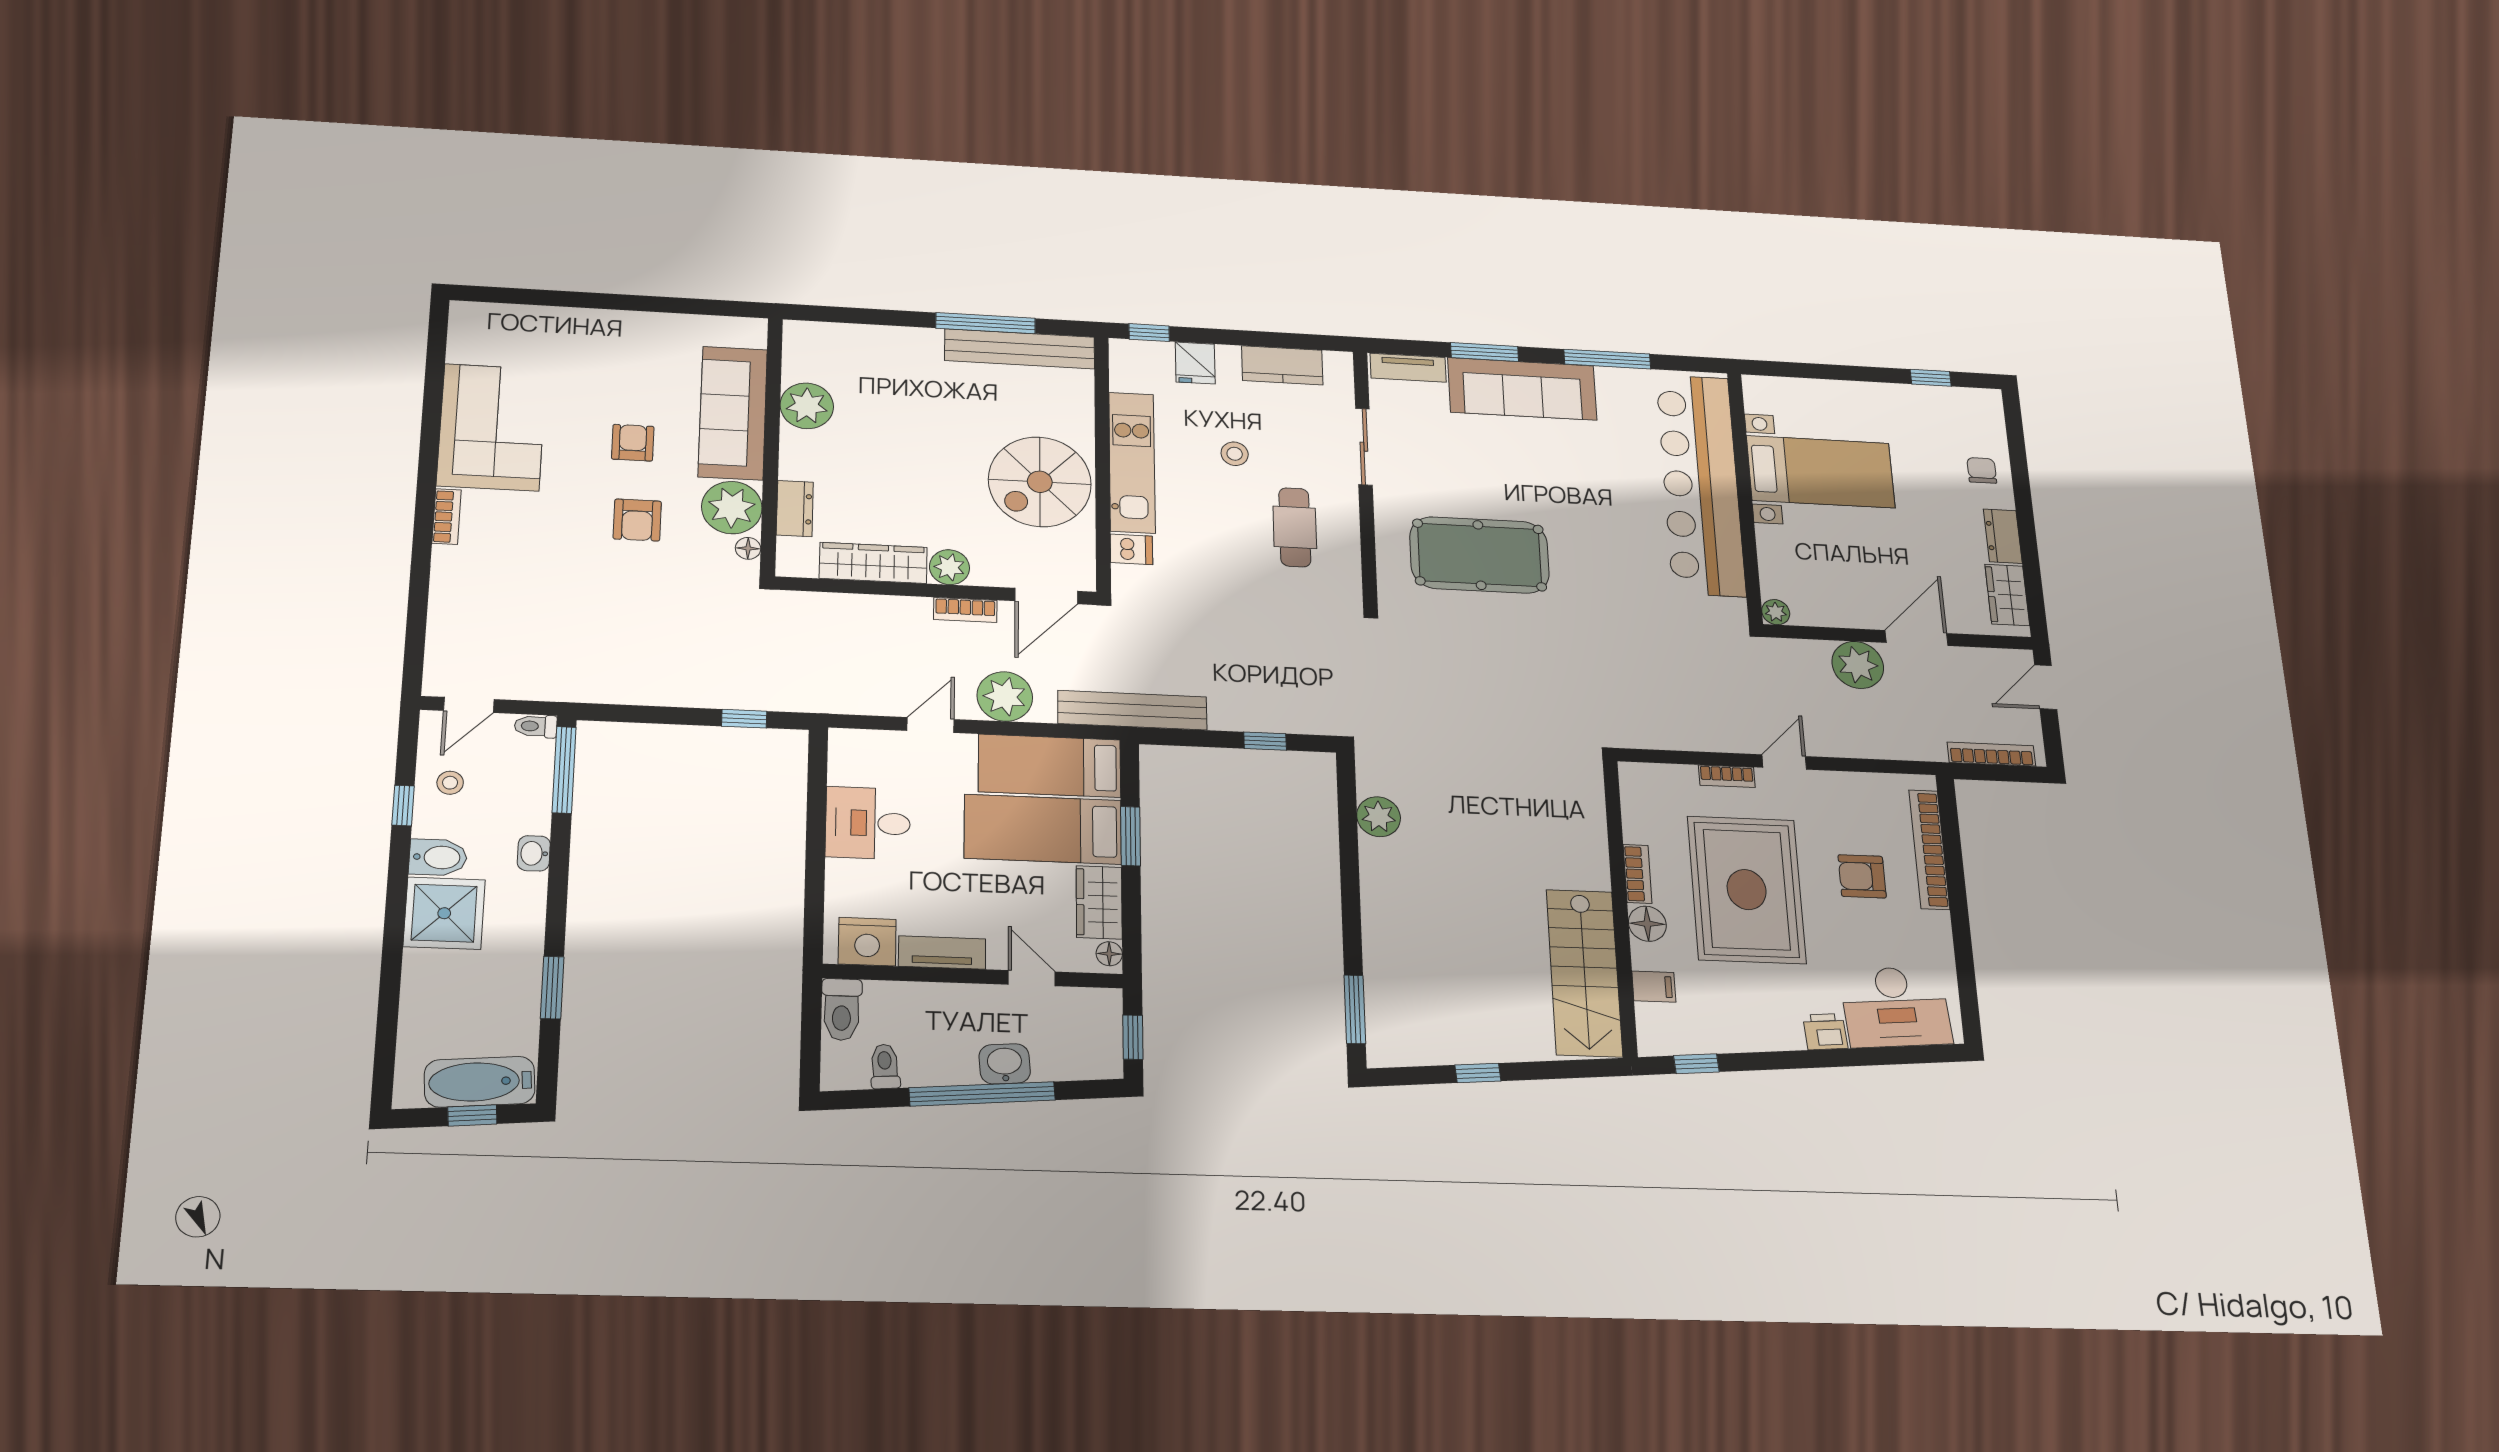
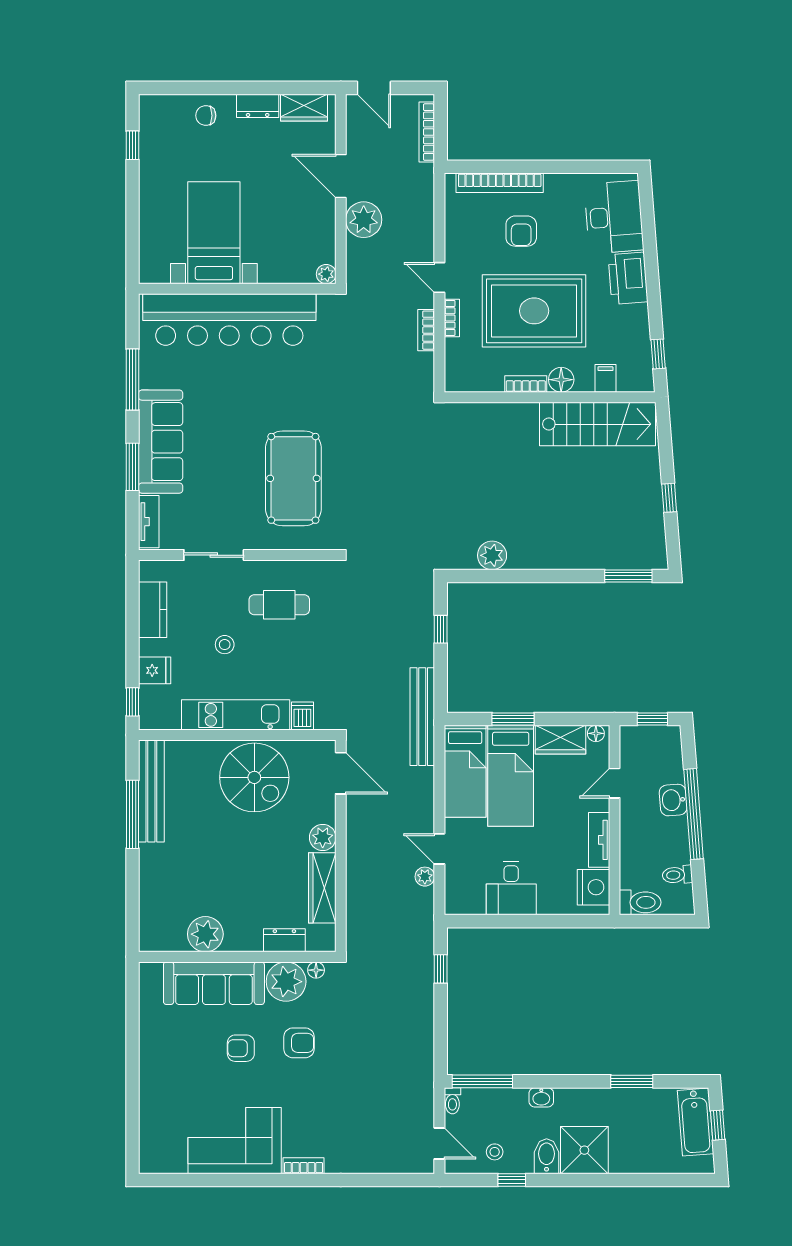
bookcase: (965, 610) -> (426, 330), moved, turned 180
plant: (1005, 696) -> (425, 877), moved, width x0.53, depth x0.53
printer: (1825, 1032) -> (628, 278), width x1.87, depth x1.48

